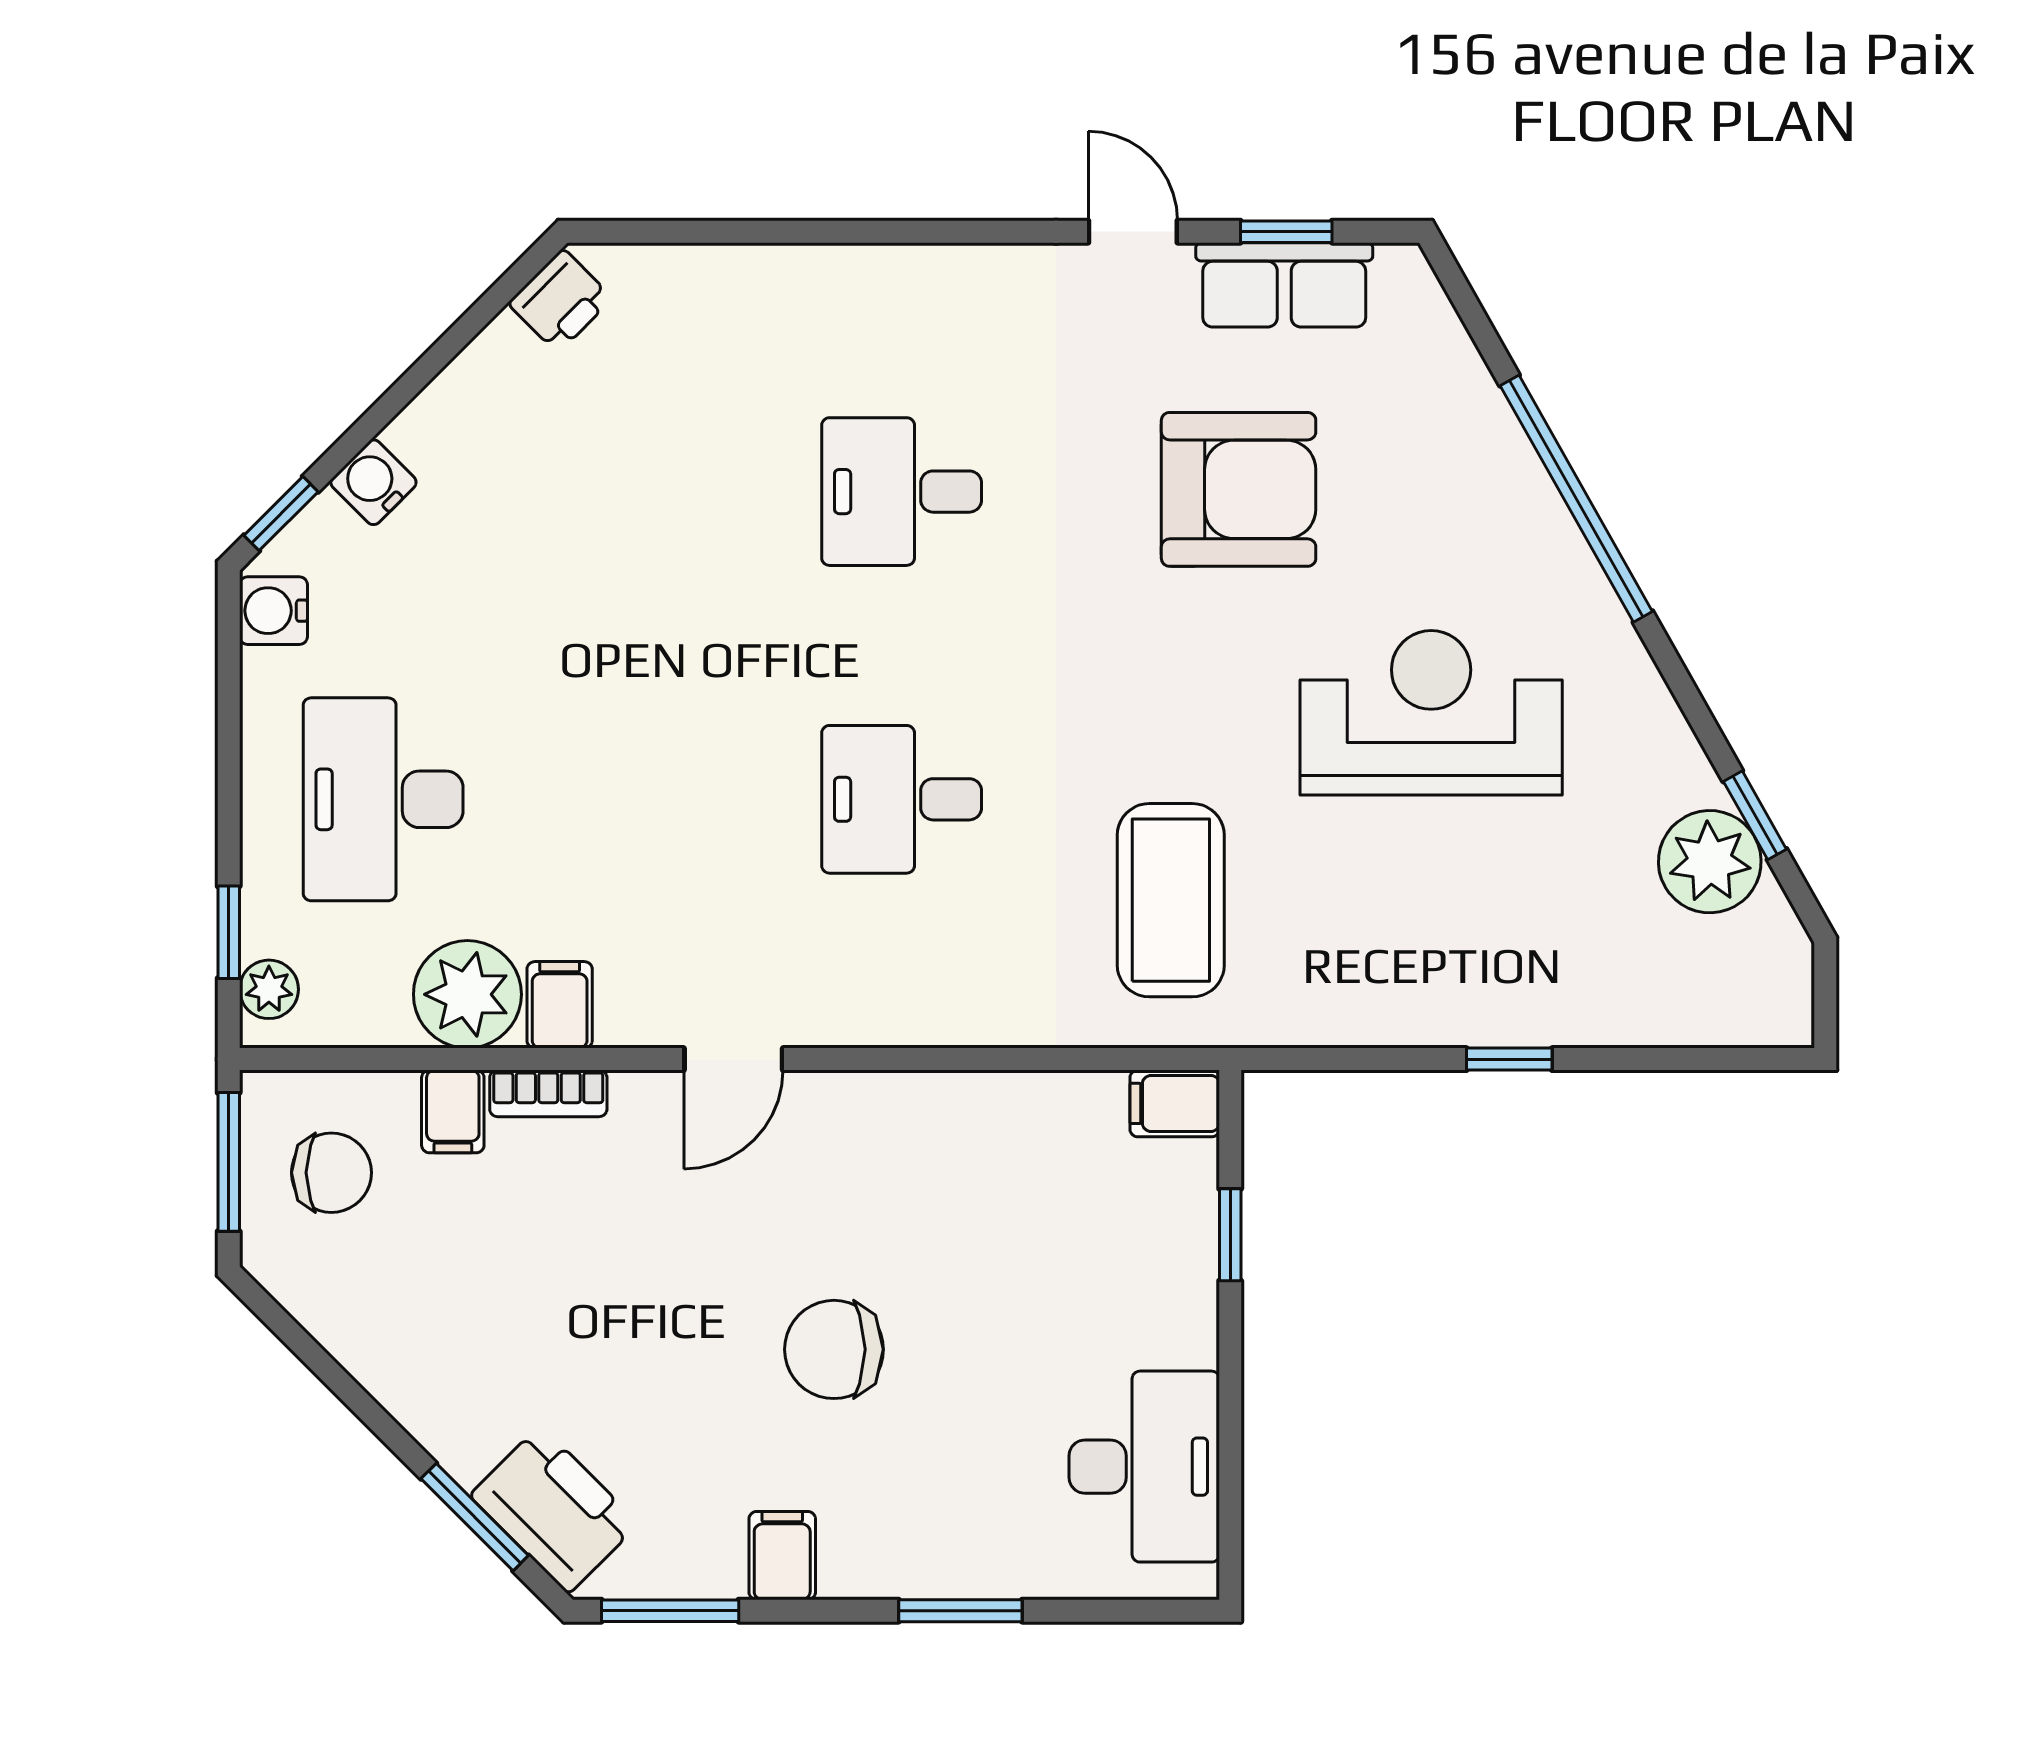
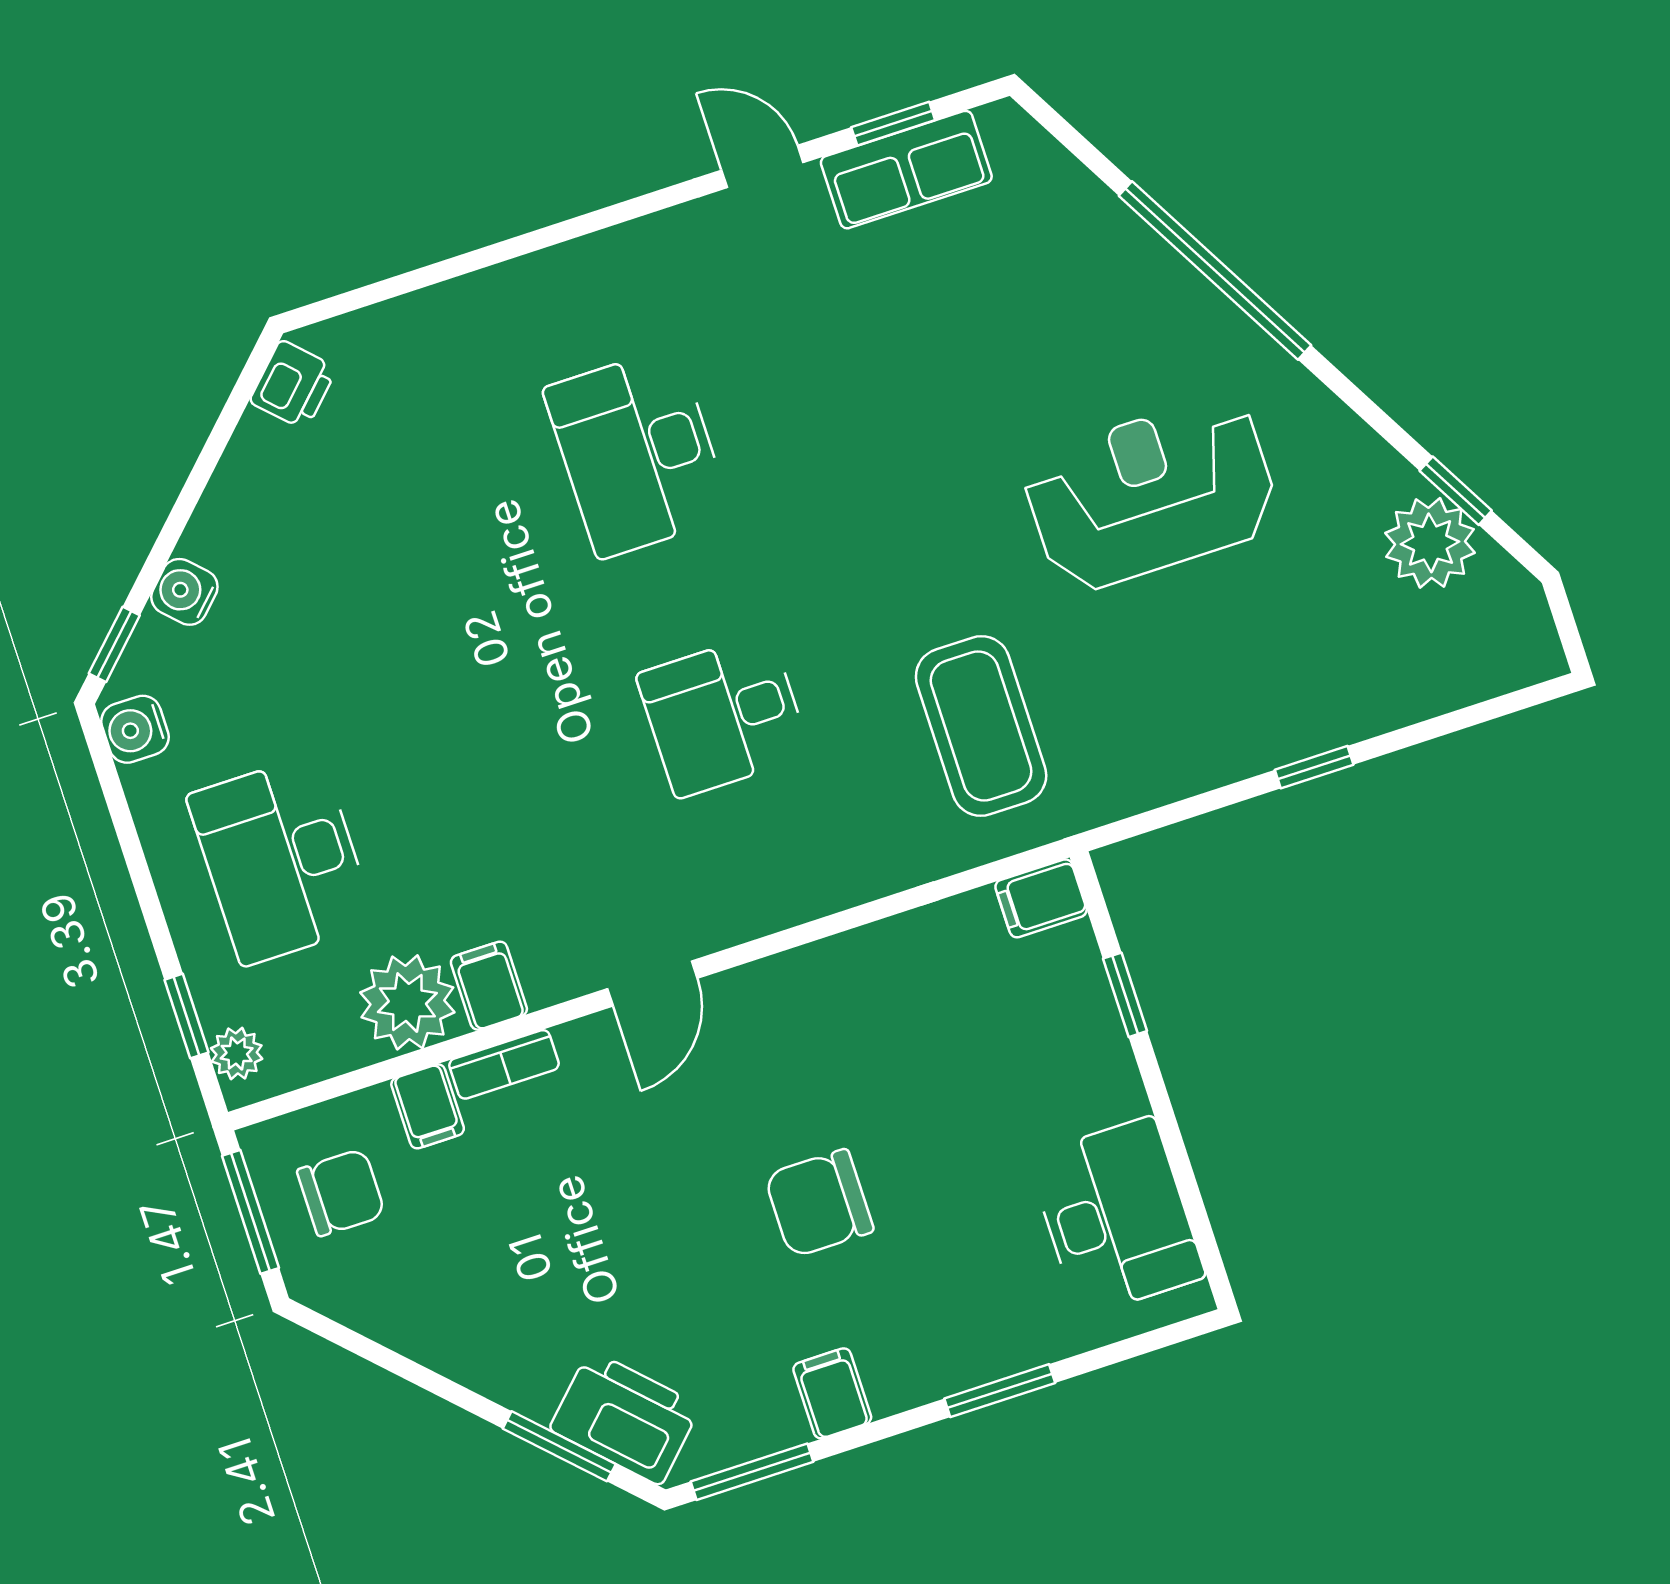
armchair: (1239, 489) -> (924, 357), removed
desk: (902, 492) -> (638, 453), width x1.37

